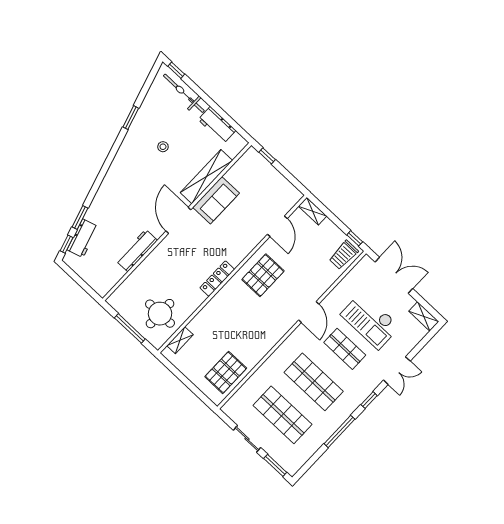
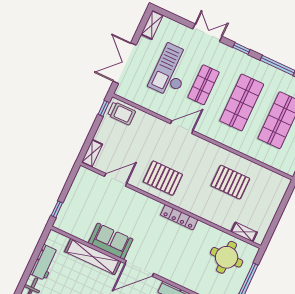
checkout: (370, 321) -> (171, 71), turned 180
pallet: (226, 372) -> (230, 182), moved

